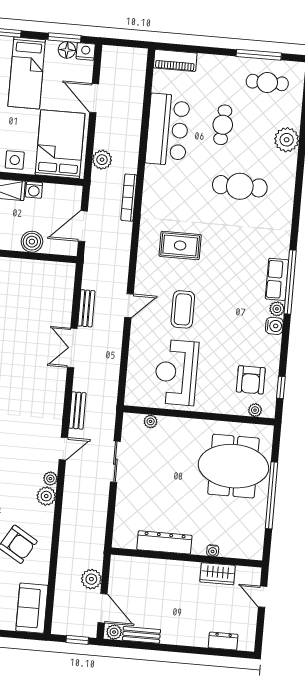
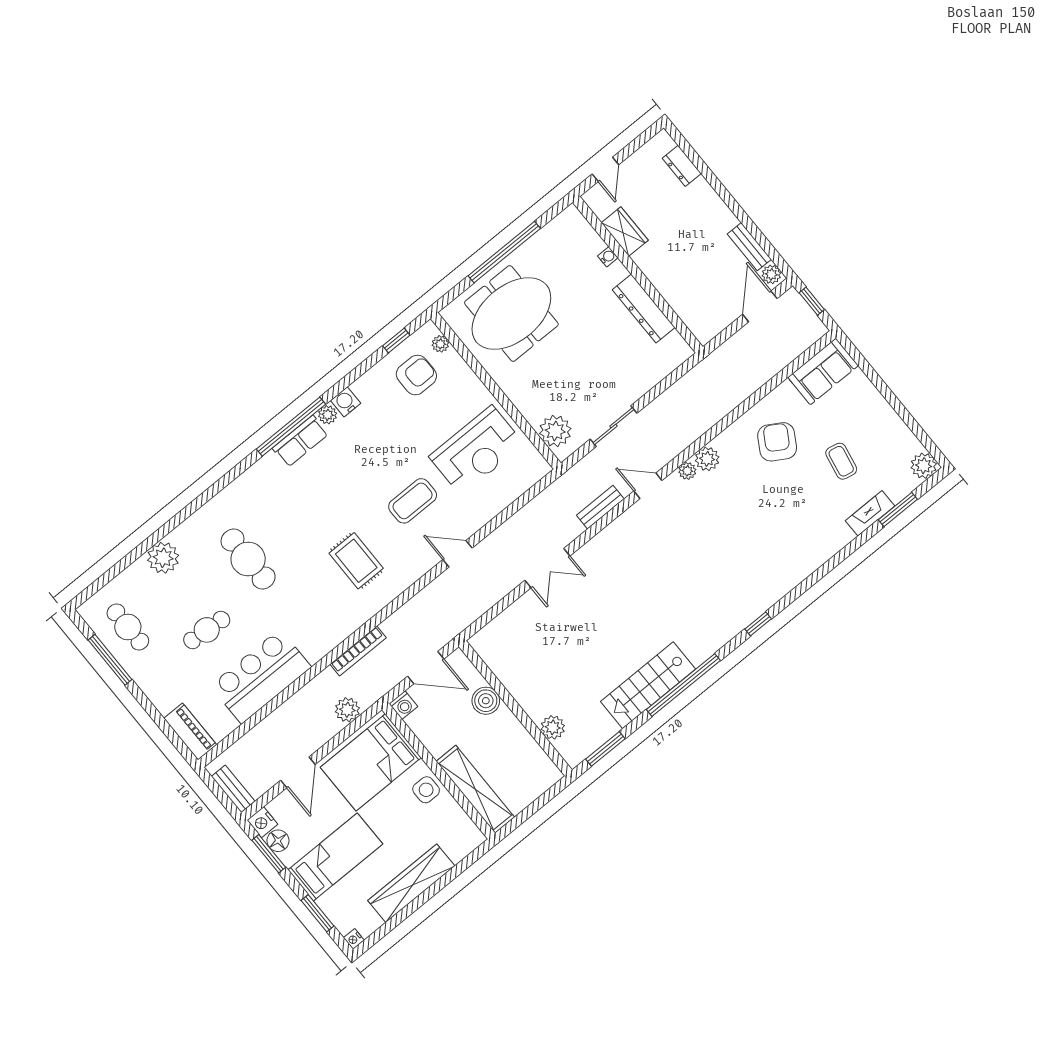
washing machine: (34, 190) -> (403, 705), moved, turned 90
bench: (86, 308) -> (233, 789), moved, turned 90
plant: (151, 421) -> (555, 431), width x1.88, depth x1.88
meeting table: (233, 466) -> (511, 314), turned 90
plant: (91, 579) -> (743, 343), removed

